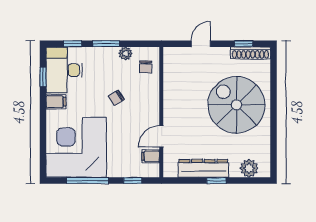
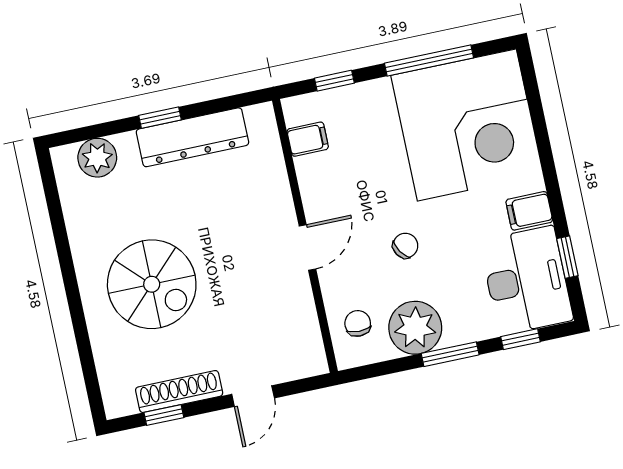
plant: (126, 53) -> (415, 328), width x1.87, depth x1.87
shoe rack: (250, 53) -> (179, 392), moved
spiral stairs: (236, 105) -> (152, 284), width x0.73, depth x0.73
door: (161, 136) -> (307, 247), moved

